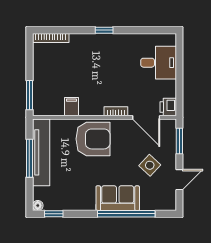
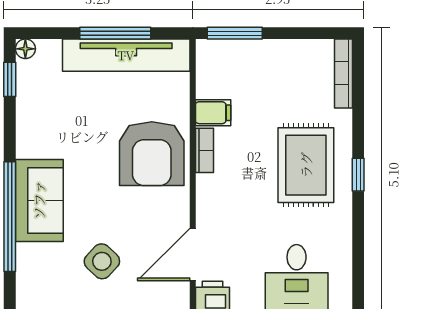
rug: (99, 58) -> (306, 165), added
bookcase: (116, 111) -> (204, 150), moved

